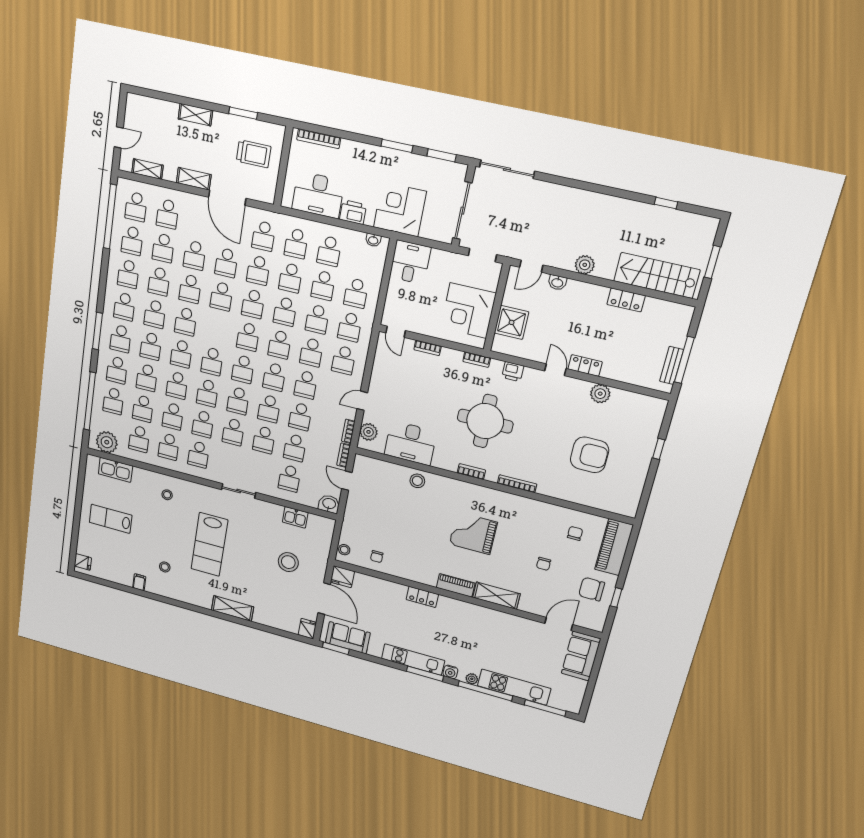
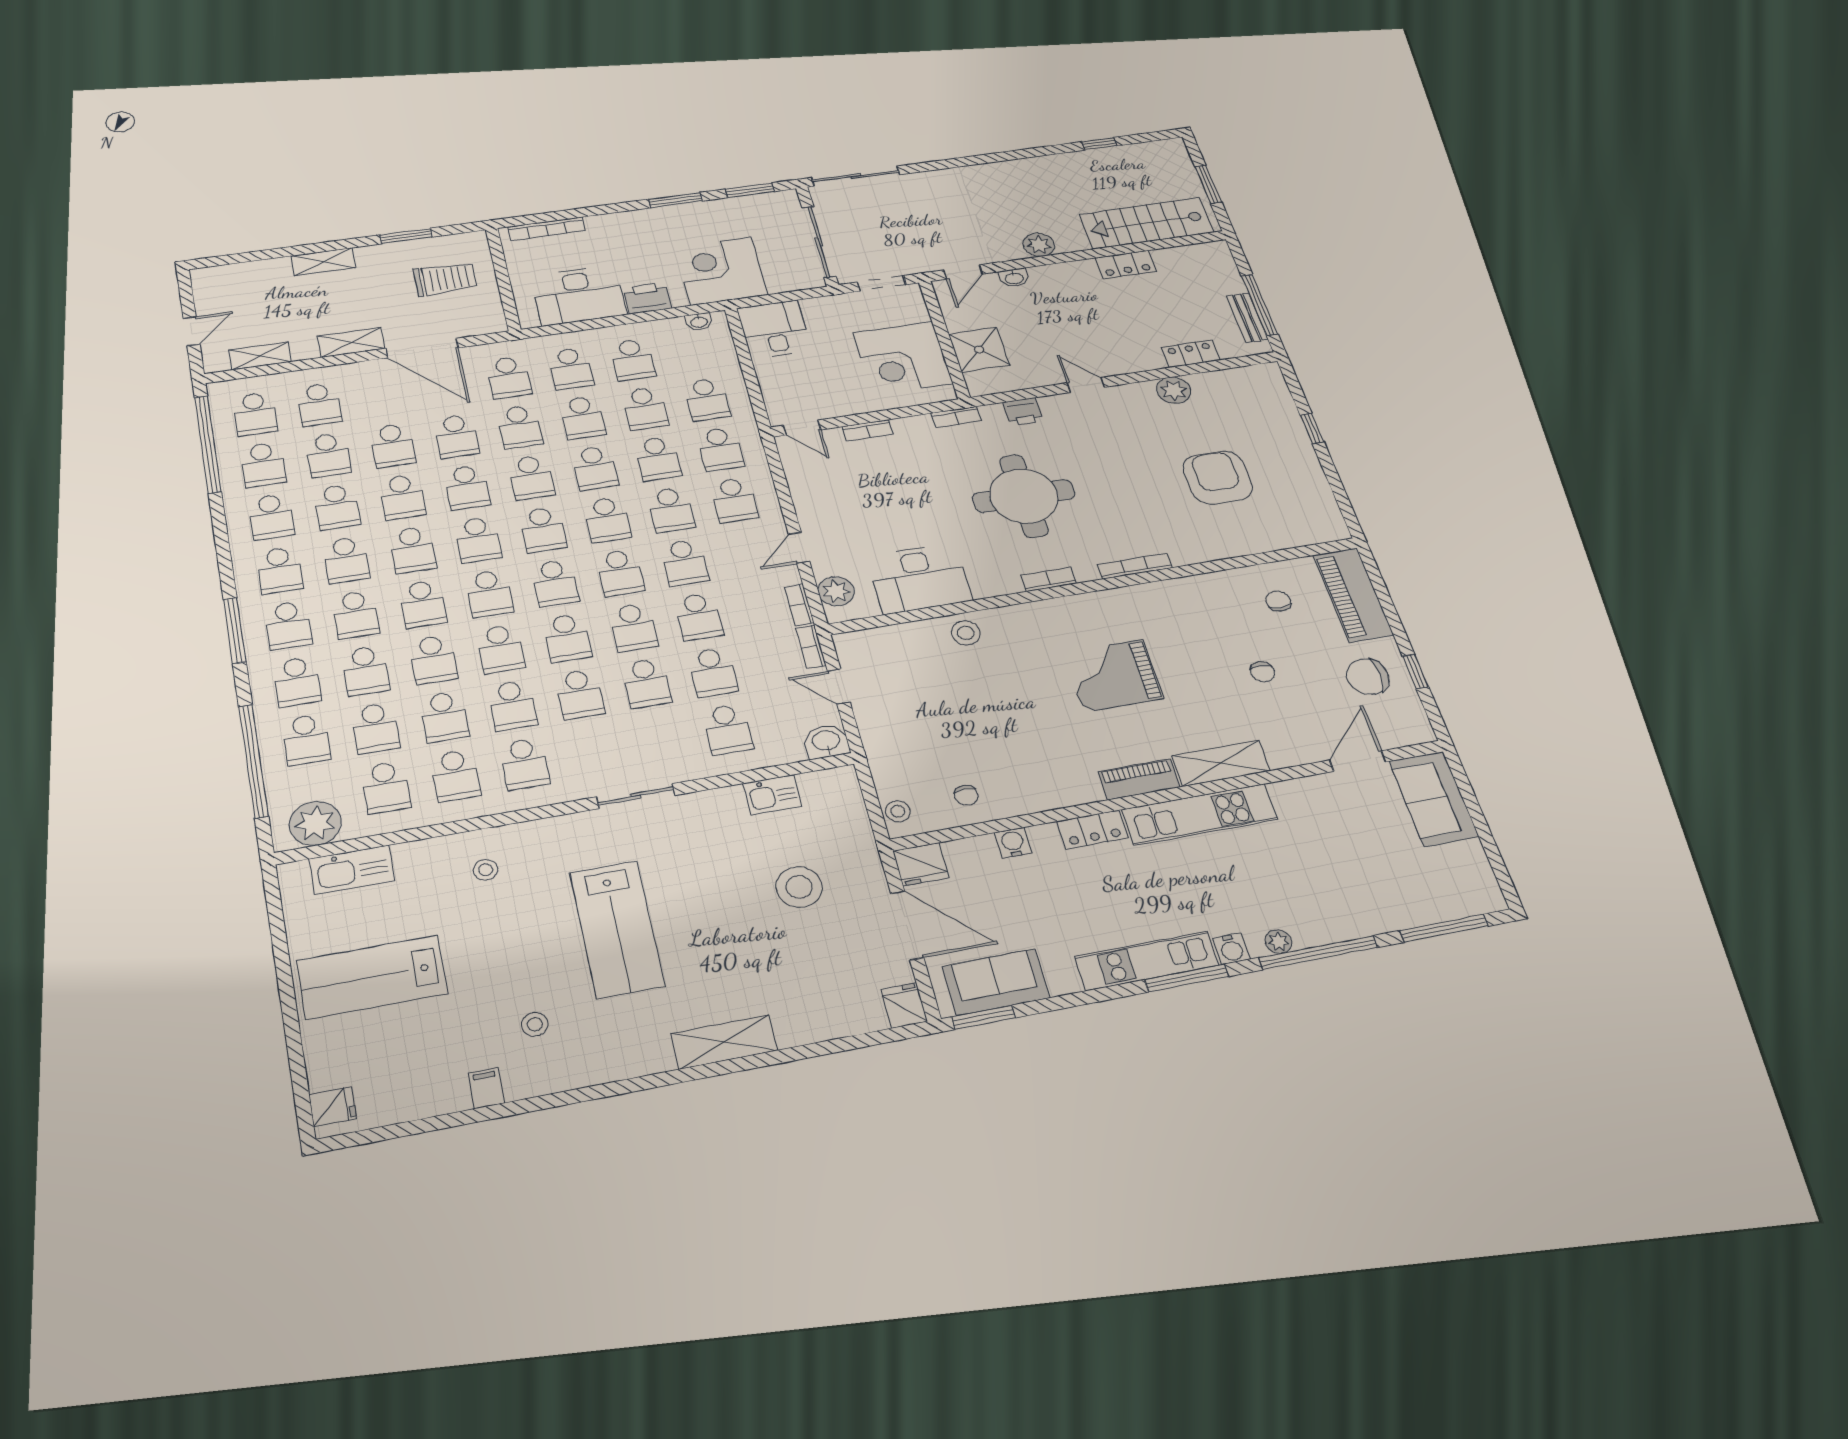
school desk: (217, 329) -> (478, 540), added
locker: (585, 366) -> (1191, 354), moved
armchair: (590, 455) -> (1218, 478), turned -90
lab bench: (111, 519) -> (372, 977), width x1.36, depth x1.39
water cooler: (385, 586) -> (1013, 843), added
kitchen unit: (514, 687) -> (1200, 815), moved, turned 180

